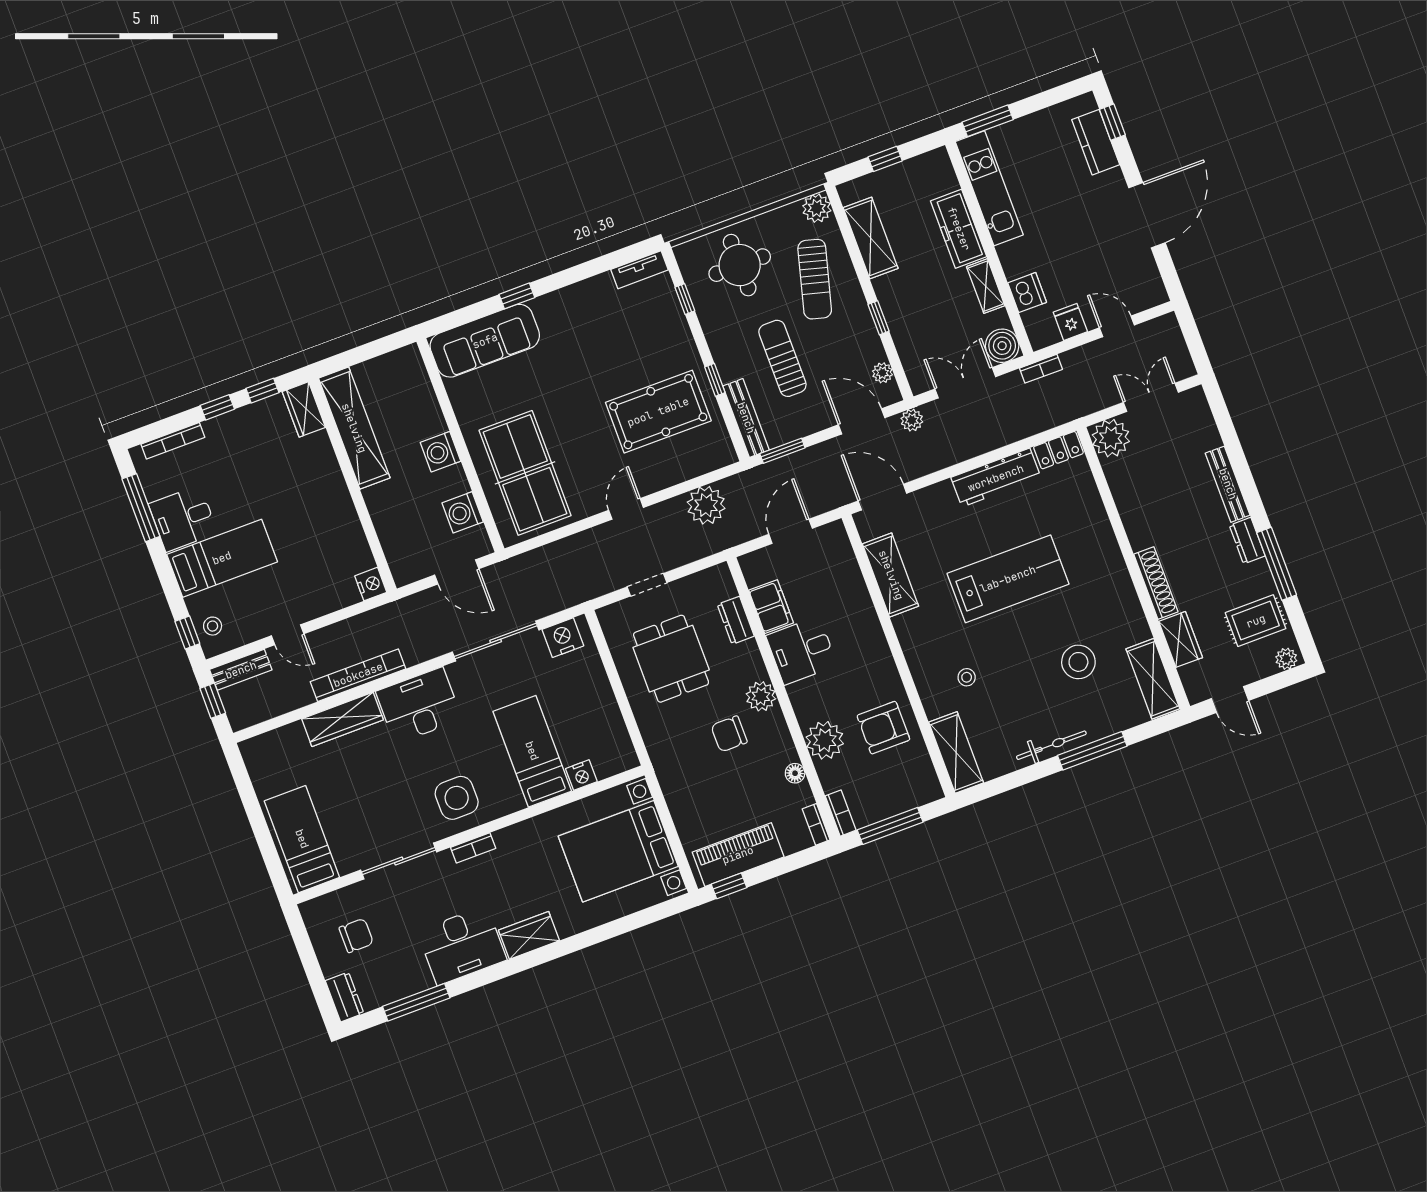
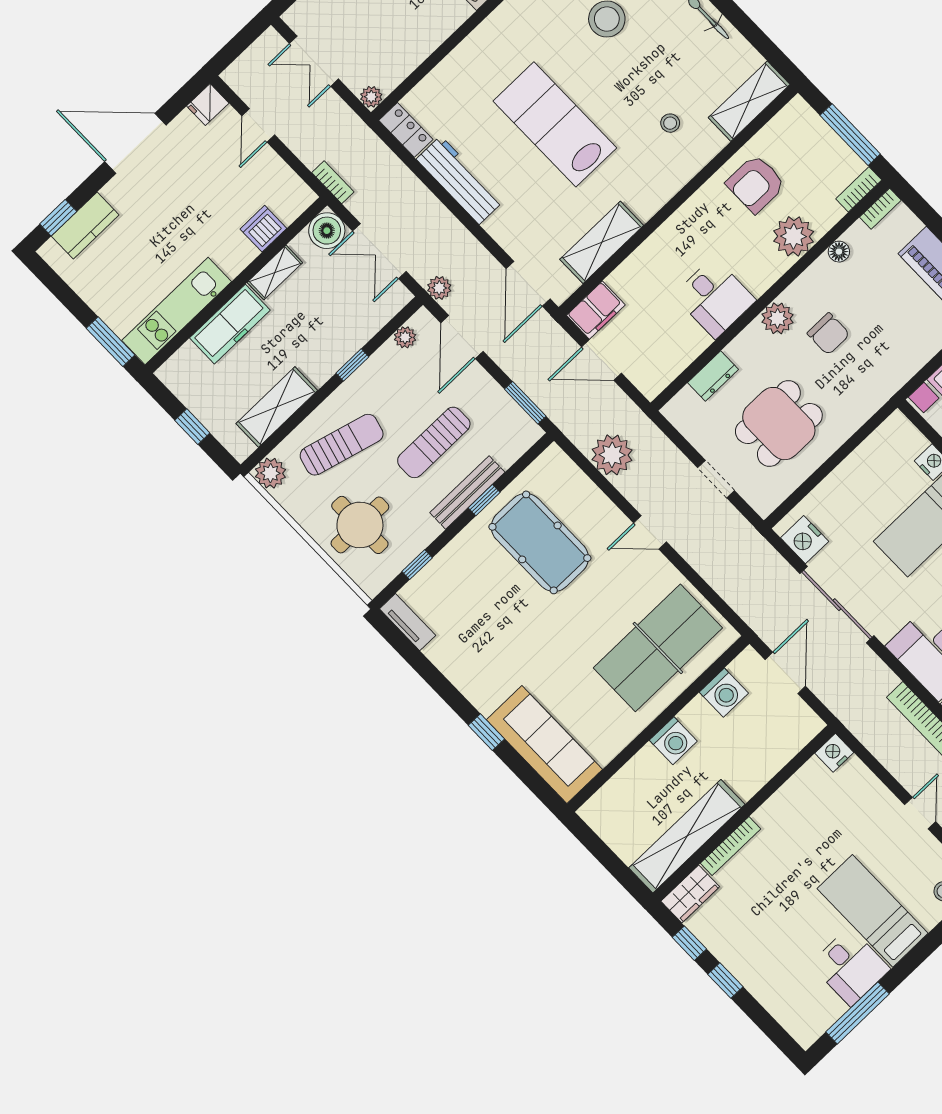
fridge: (1070, 322) -> (208, 105), moved
bench: (746, 418) -> (467, 492), moved
plant: (1111, 438) -> (371, 97), width x0.53, depth x0.53
bookcase: (173, 441) -> (730, 846), moved, turned 90
filing cabinet: (771, 607) -> (596, 310), moved, turned 180
armchair: (883, 728) -> (756, 184), turned 90

